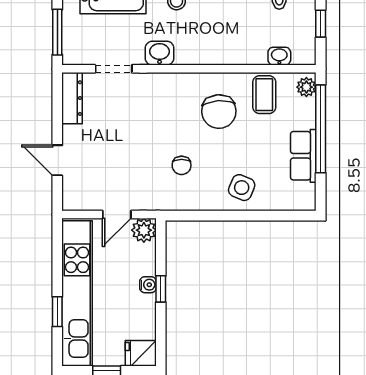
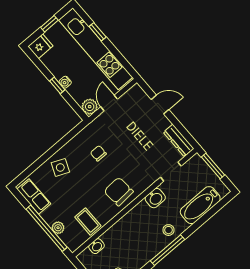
plant: (306, 87) -> (58, 228), moved
chair: (219, 112) -> (119, 191), moved
row of seats: (303, 156) -> (34, 196), moved

